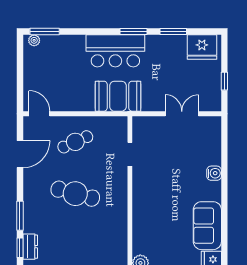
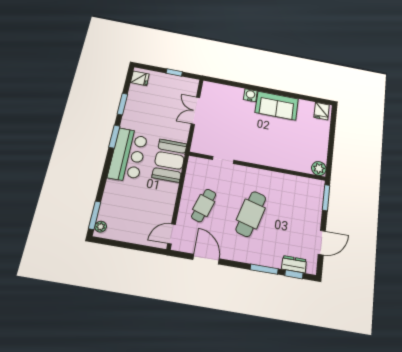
fridge: (202, 47) -> (140, 78), width x0.53, depth x0.75
cafe table: (75, 142) -> (204, 205), turned 42
sofa: (207, 226) -> (277, 106), moved

